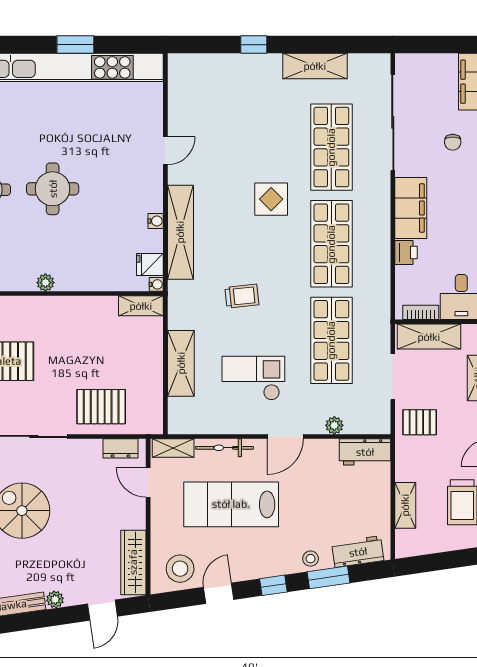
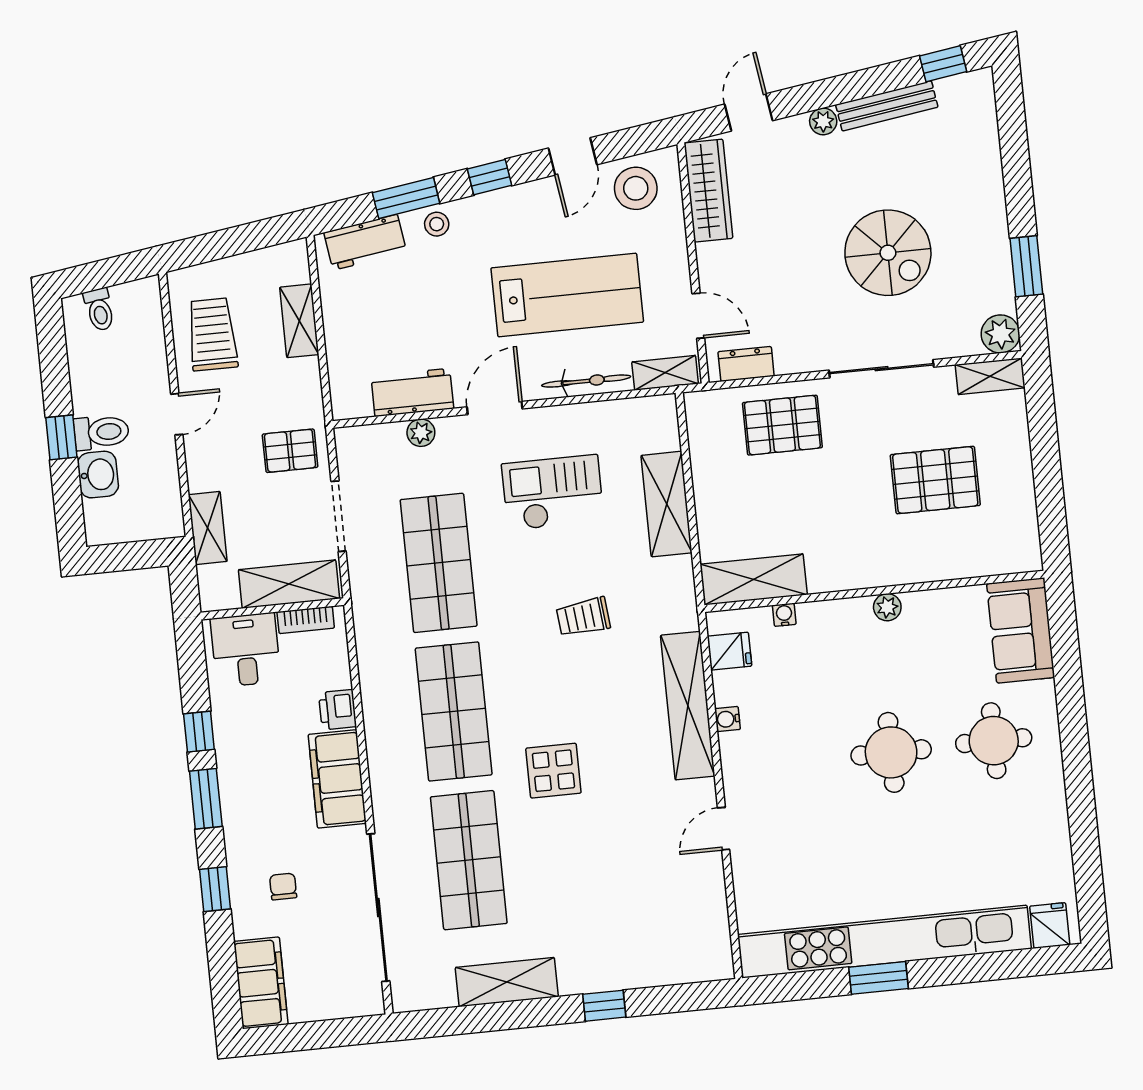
water cooler: (156, 284) -> (784, 615), moved, turned 90
shelving: (141, 306) -> (754, 579), width x1.50, depth x1.33
checkout: (253, 378) -> (553, 493), turned 180
workbench: (365, 452) -> (412, 392), moved

